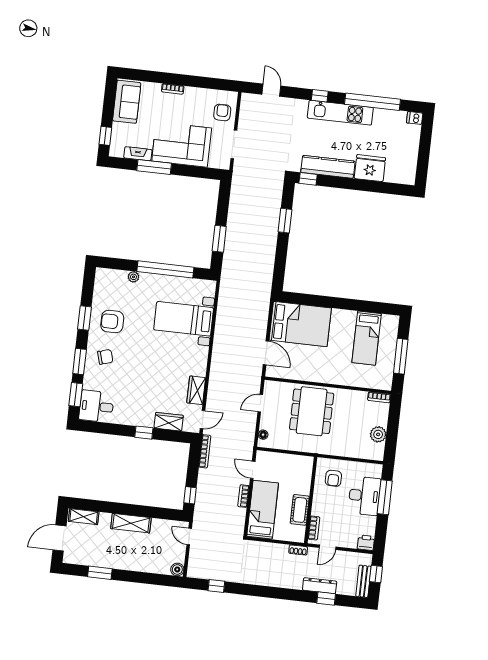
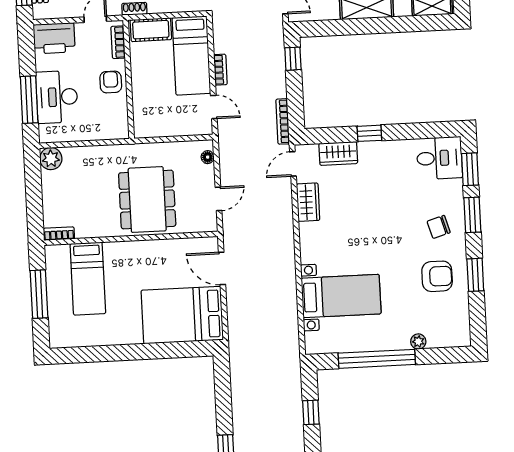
window: (219, 239) -> (311, 412), width x0.67
bed: (367, 338) -> (88, 279), moved, turned 180
plant: (378, 434) -> (51, 159), moved
armchair: (333, 478) -> (111, 82), moved
cot: (300, 510) -> (151, 30), moved, turned 90
printer: (366, 543) -> (54, 38), width x1.87, depth x1.48

